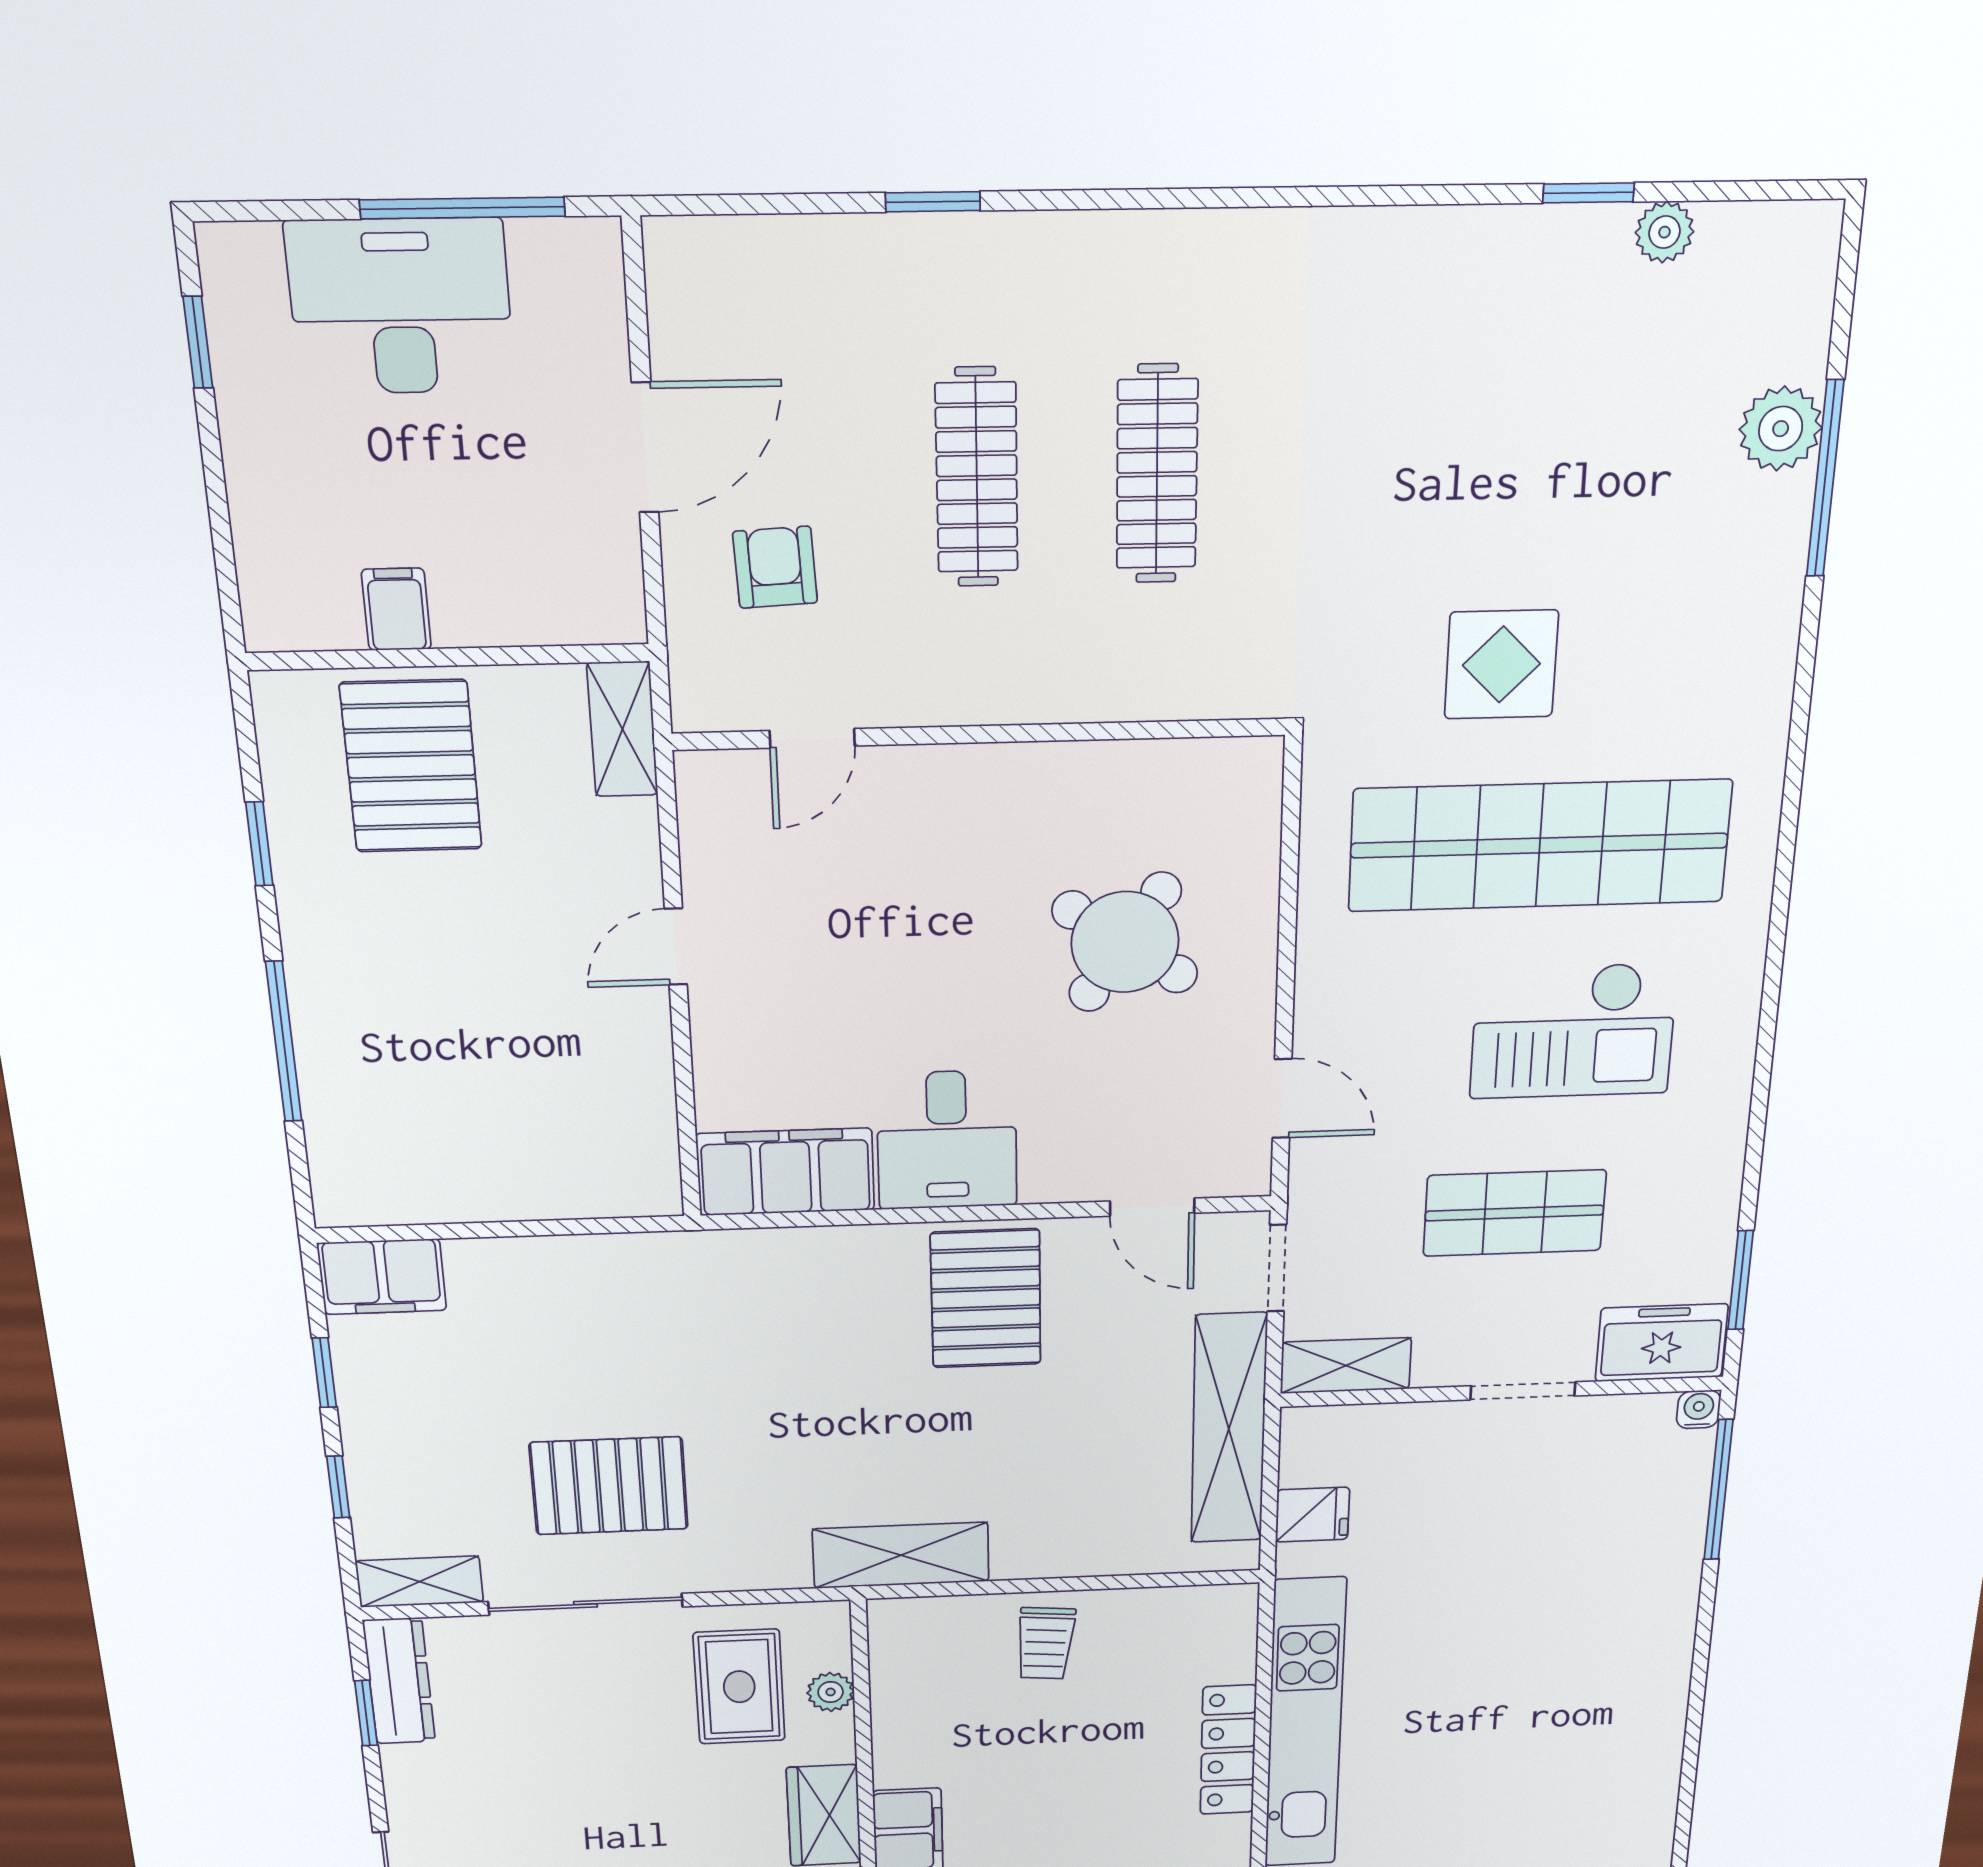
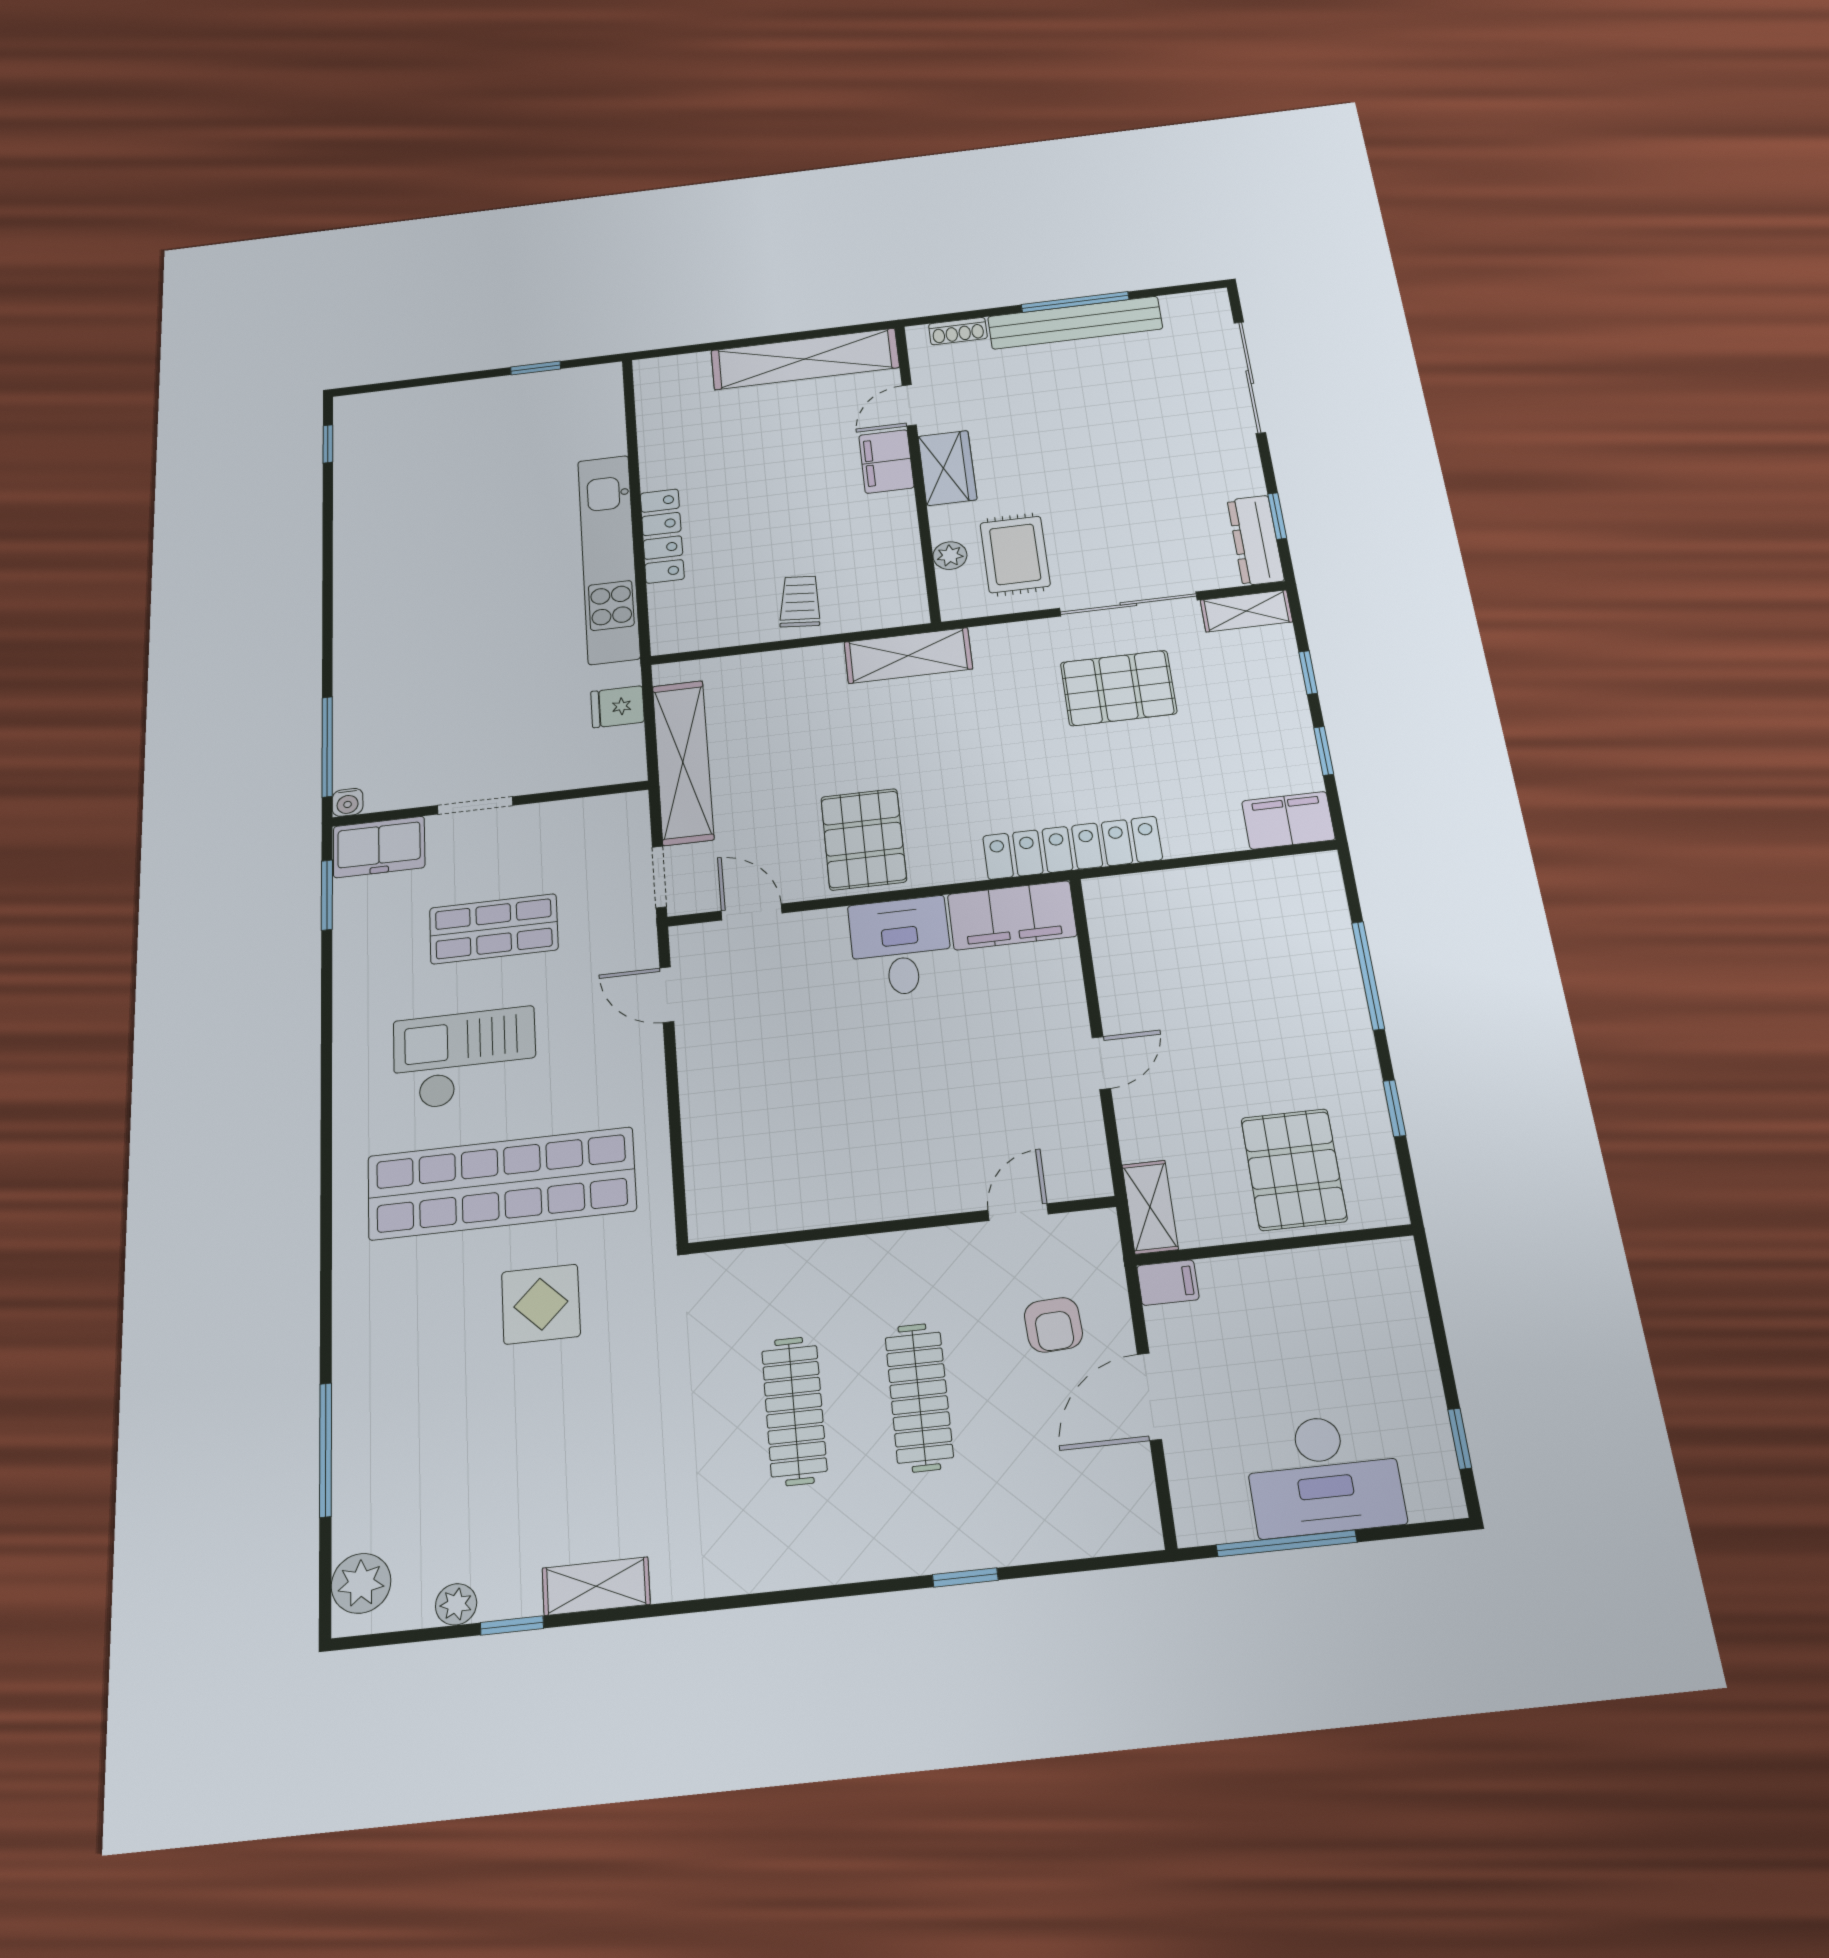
plant: (1781, 429) -> (361, 1583), moved
filing cabinet: (396, 609) -> (1168, 1283), moved, turned -90
round table: (1125, 942) -> (788, 1093), removed
locker: (692, 1262) -> (1072, 848), added
shelving: (1346, 1366) -> (596, 1586), moved

